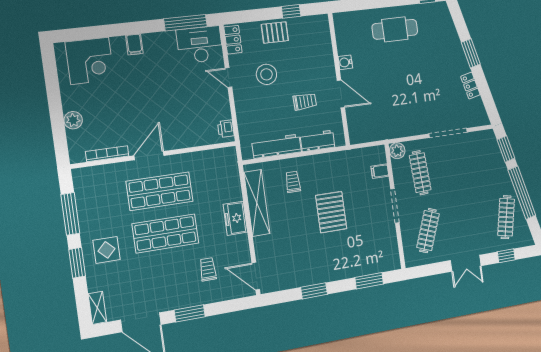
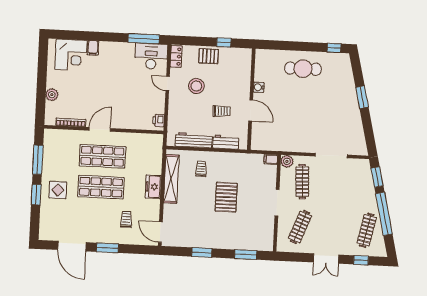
filing cabinet: (134, 44) -> (93, 48), moved
locker: (470, 86) -> (357, 122), removed
filing cabinet: (380, 171) -> (271, 159), moved
shelving: (97, 308) -> (44, 229), removed

